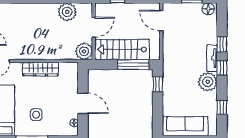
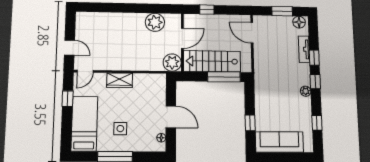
tv unit: (212, 58) -> (304, 49), moved
wardrobe: (40, 69) -> (120, 80), width x0.67
plant: (208, 82) -> (306, 91), width x0.53, depth x0.53
window: (158, 84) -> (250, 123), moved

